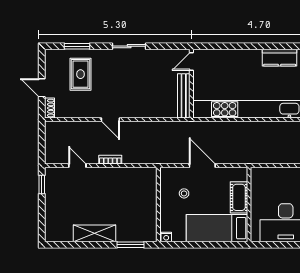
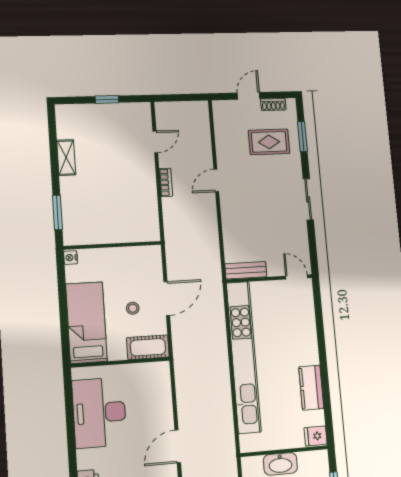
bench: (184, 96) -> (246, 270), width x0.73
shoe rack: (50, 108) -> (273, 104), moved
window: (42, 185) -> (107, 99), moved
stool: (184, 193) -> (133, 308), moved
cot: (239, 197) -> (148, 347), moved
shelving: (95, 233) -> (66, 158), width x0.67, depth x0.75

